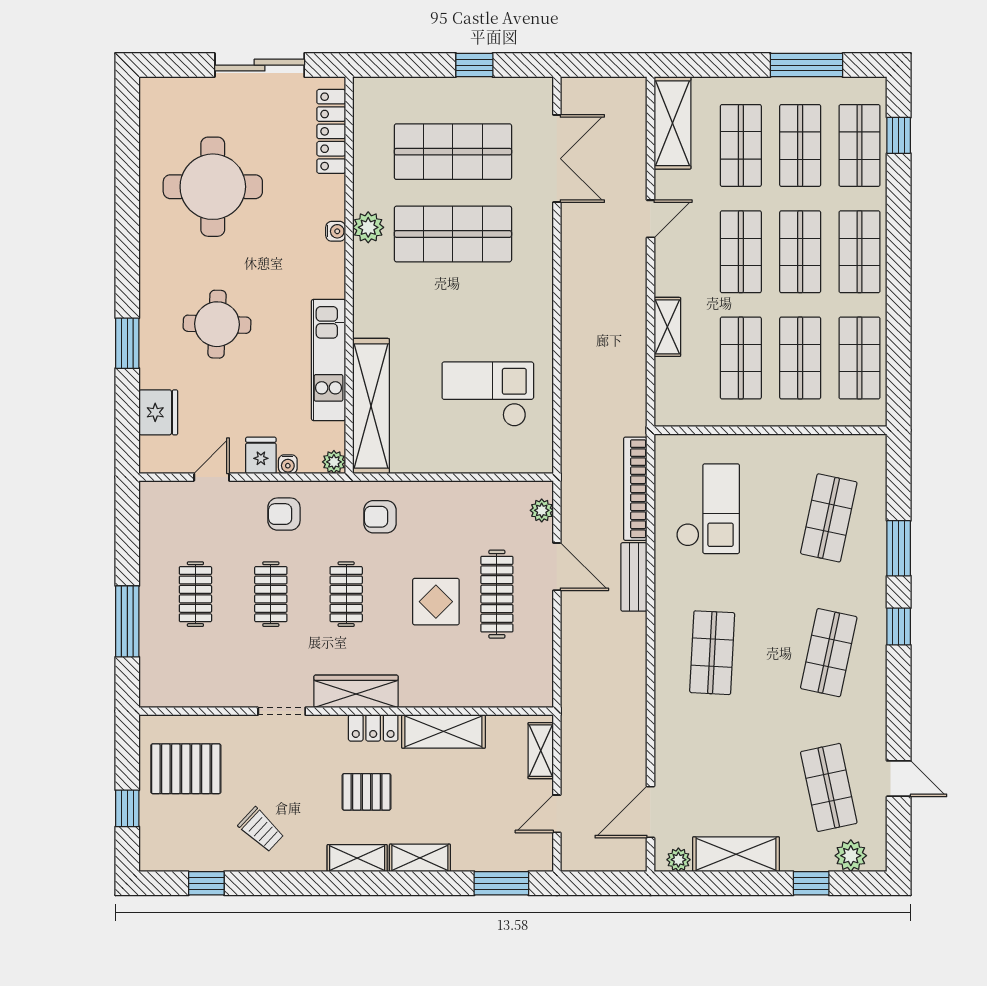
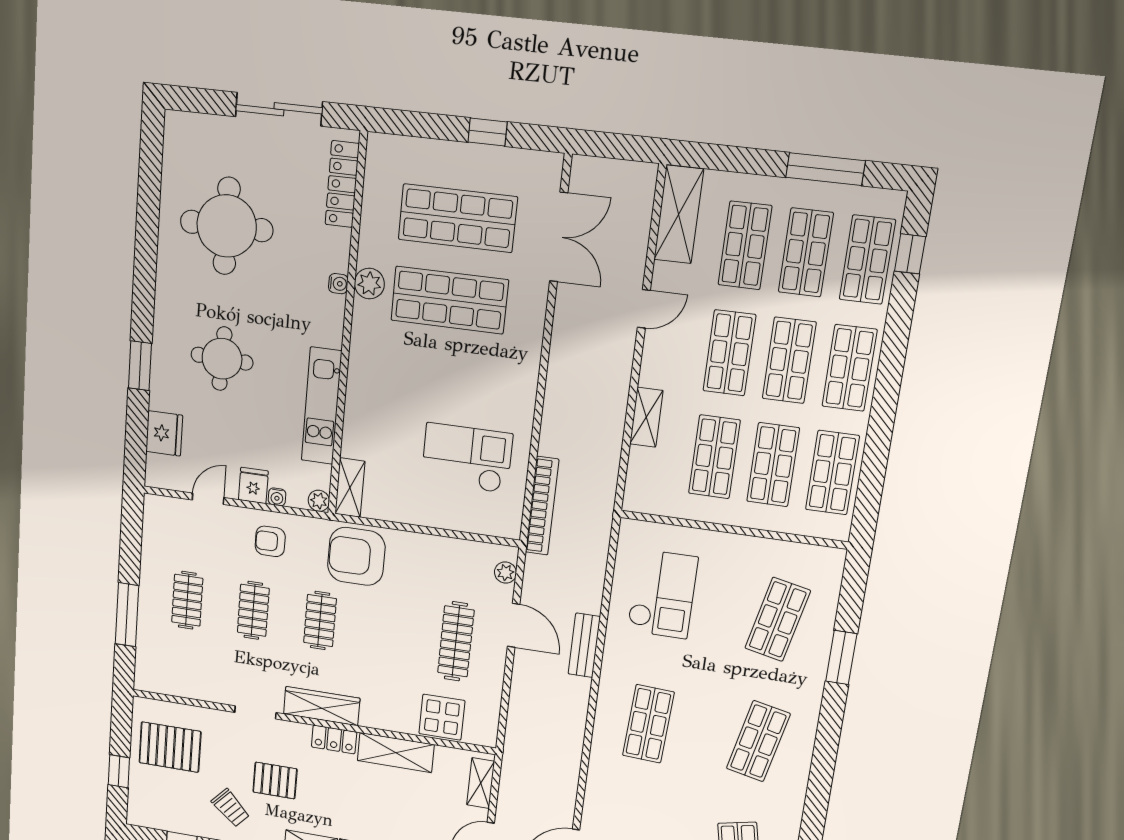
shelving: (371, 406) -> (350, 488), width x0.45, depth x0.75
bookcase: (635, 489) -> (542, 506), moved, turned 180
armchair: (380, 517) -> (356, 556), width x1.88, depth x1.88
display table: (436, 602) -> (442, 717), moved
window: (899, 626) -> (829, 728), removed
pallet: (367, 792) -> (275, 780), moved

